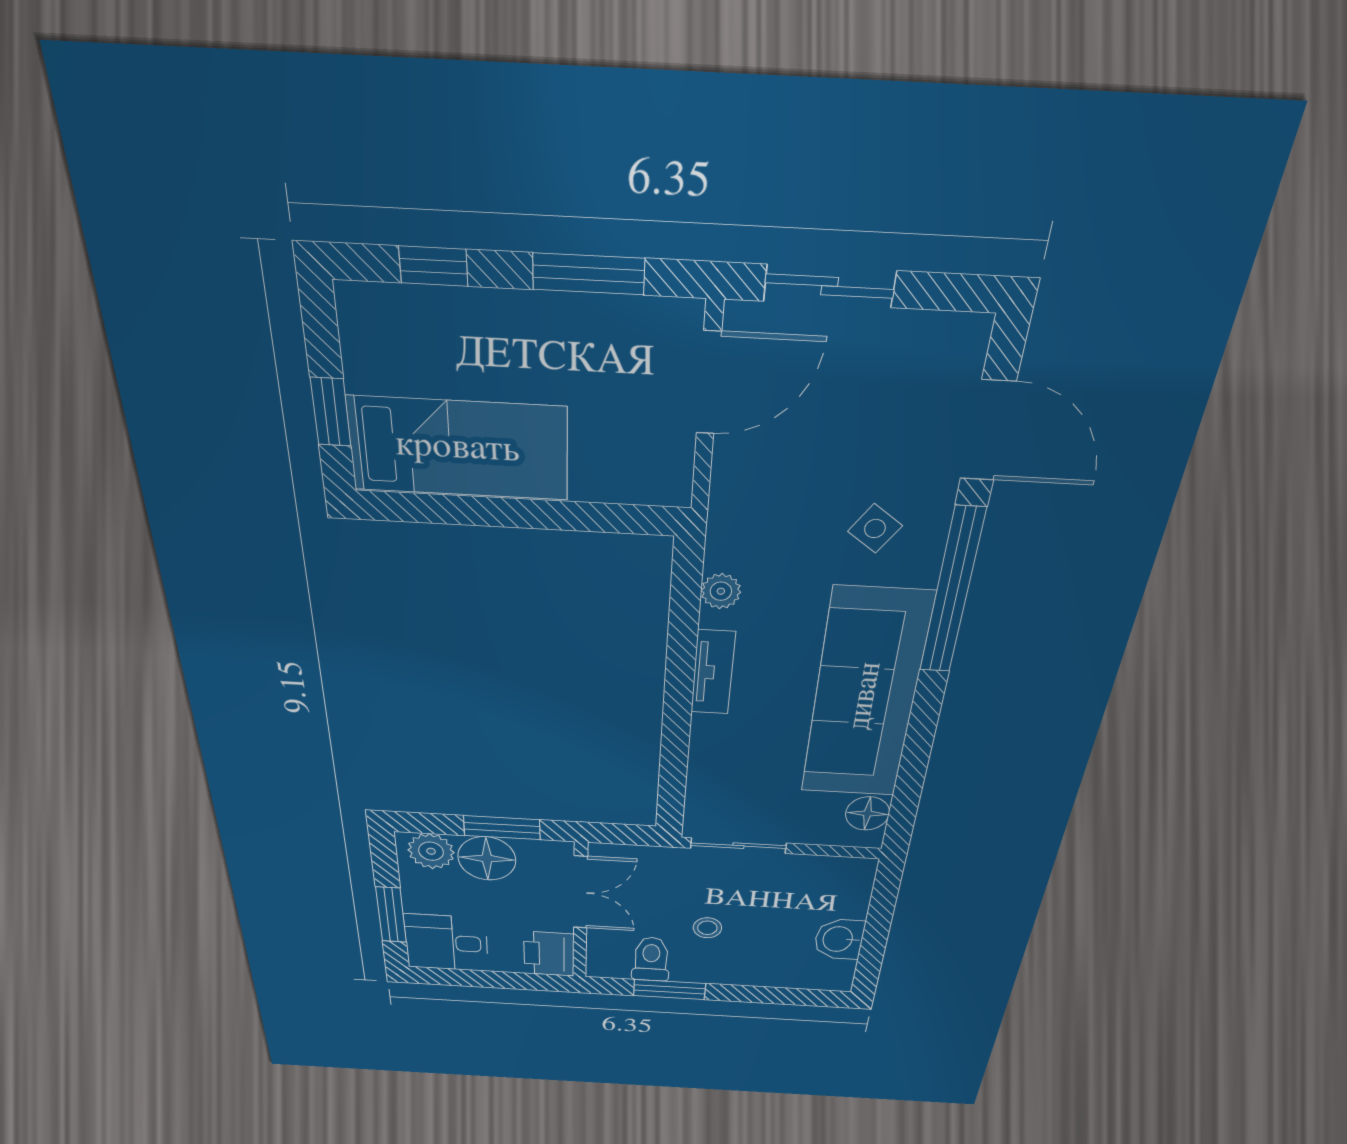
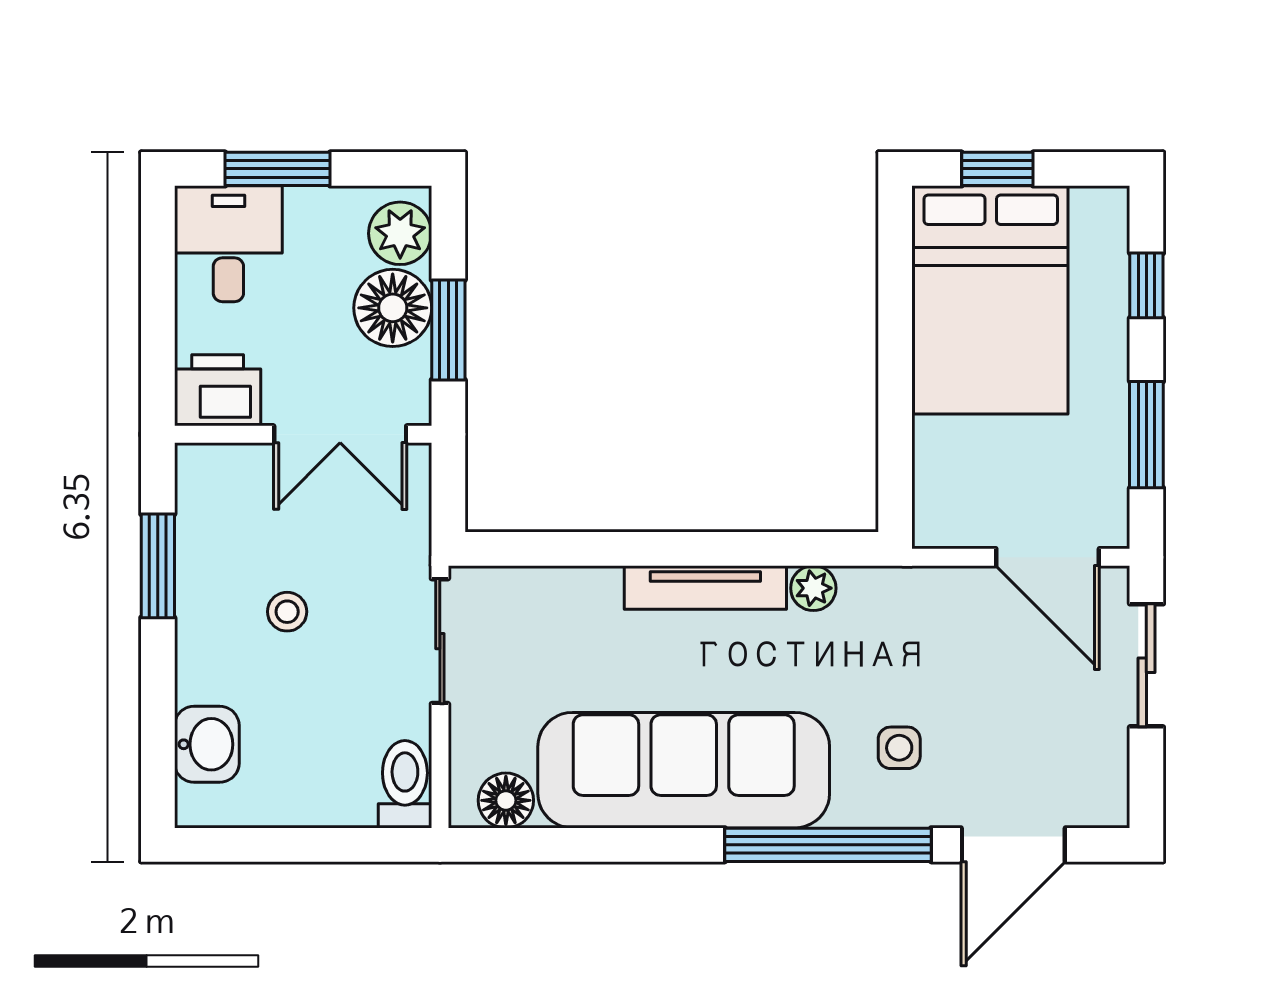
bed: (458, 448) -> (991, 300), width x1.50
side table: (875, 529) -> (899, 748), turned -35
tv unit: (713, 672) -> (705, 587), width x1.41
washbasin: (839, 939) -> (207, 744), moved, turned 90
toilet: (651, 959) -> (405, 784), moved, turned -90

